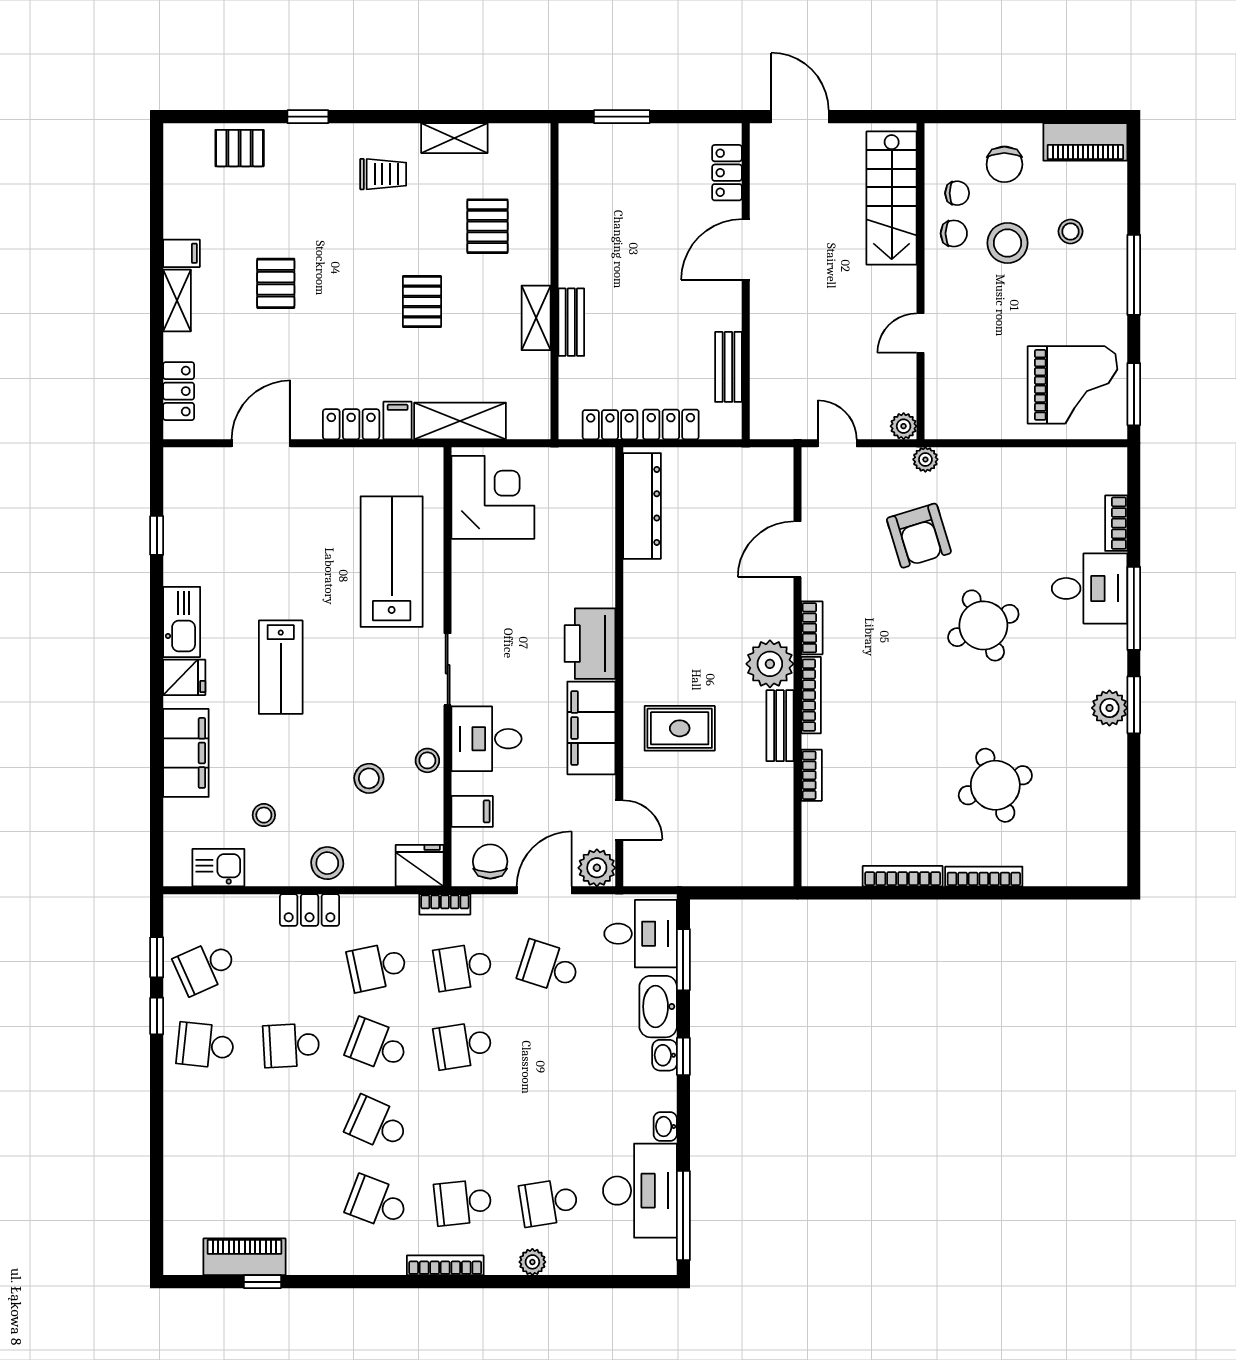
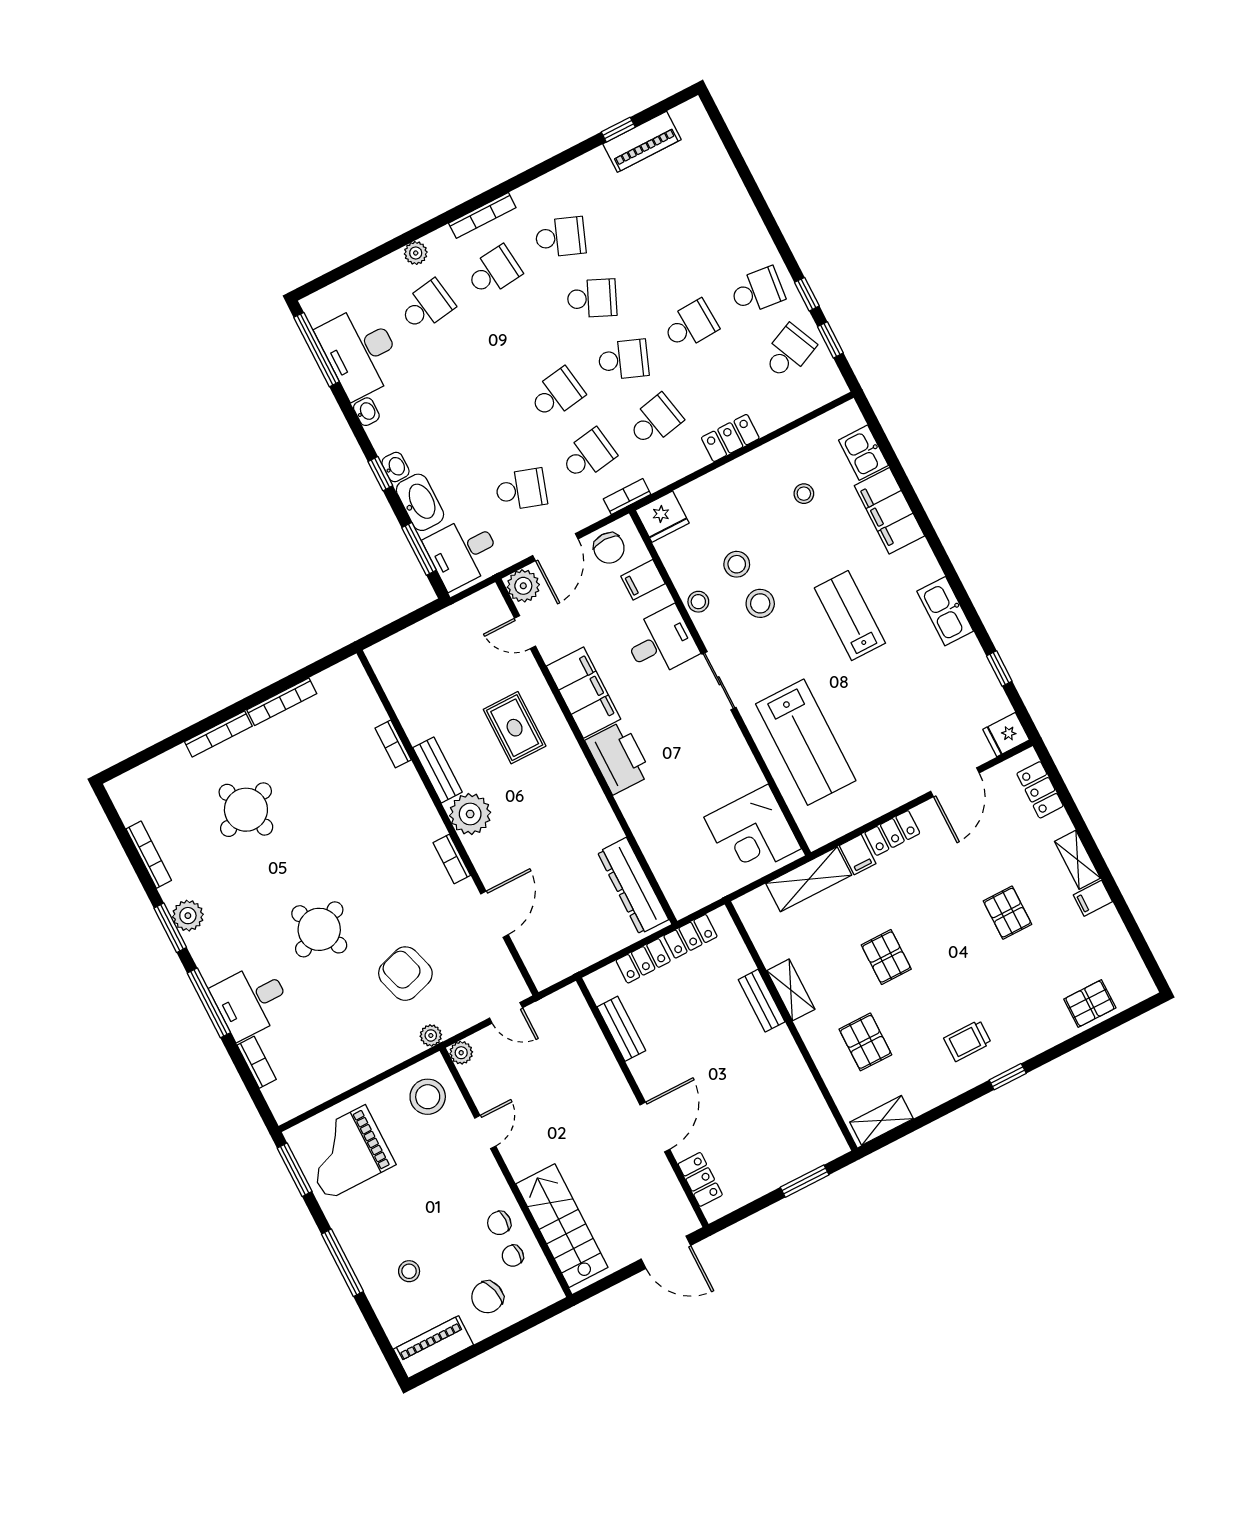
window: (308, 117) -> (1008, 1077), moved
shelving: (454, 138) -> (882, 1120), moved
chair: (1004, 164) -> (487, 1297), turned -105
stool: (1007, 243) -> (428, 1097), moved
fridge: (184, 677) -> (1006, 735), moved
bookcase: (811, 695) -> (149, 855), moved, turned 180
rug: (680, 728) -> (515, 728), turned 90
stool: (327, 863) -> (760, 603), moved
kitchen sink: (218, 868) -> (863, 453), moved, turned 90

